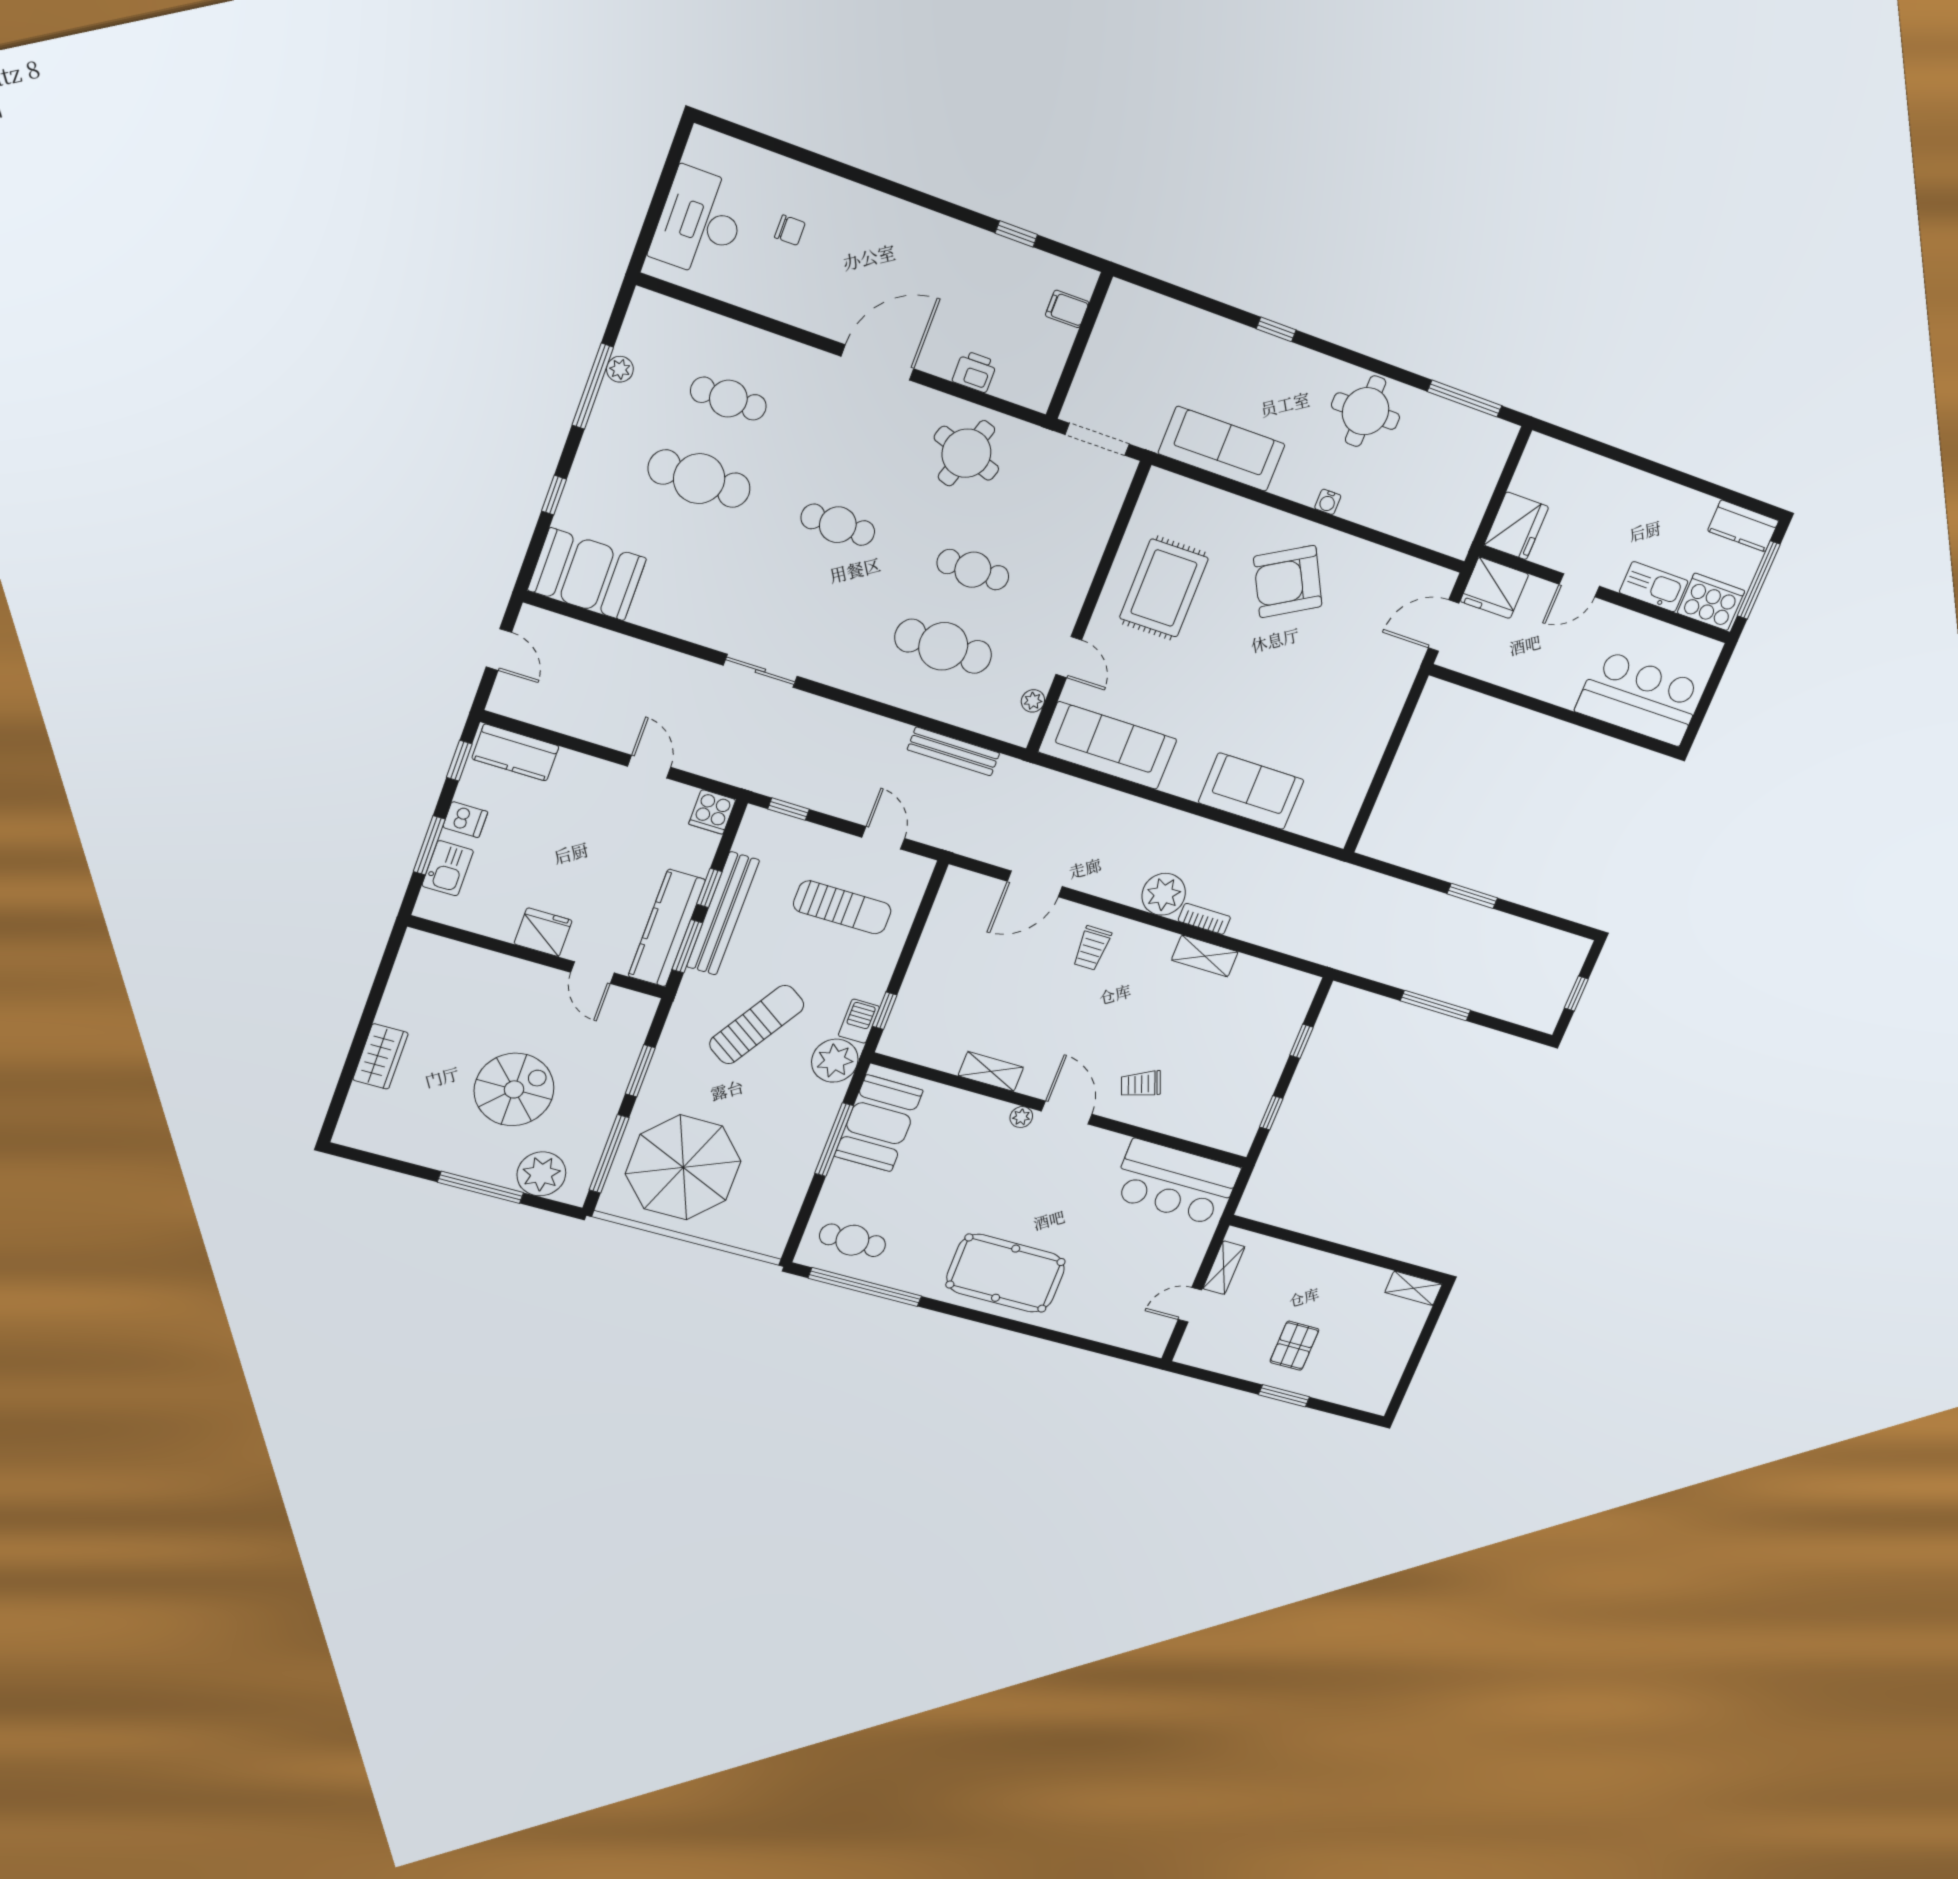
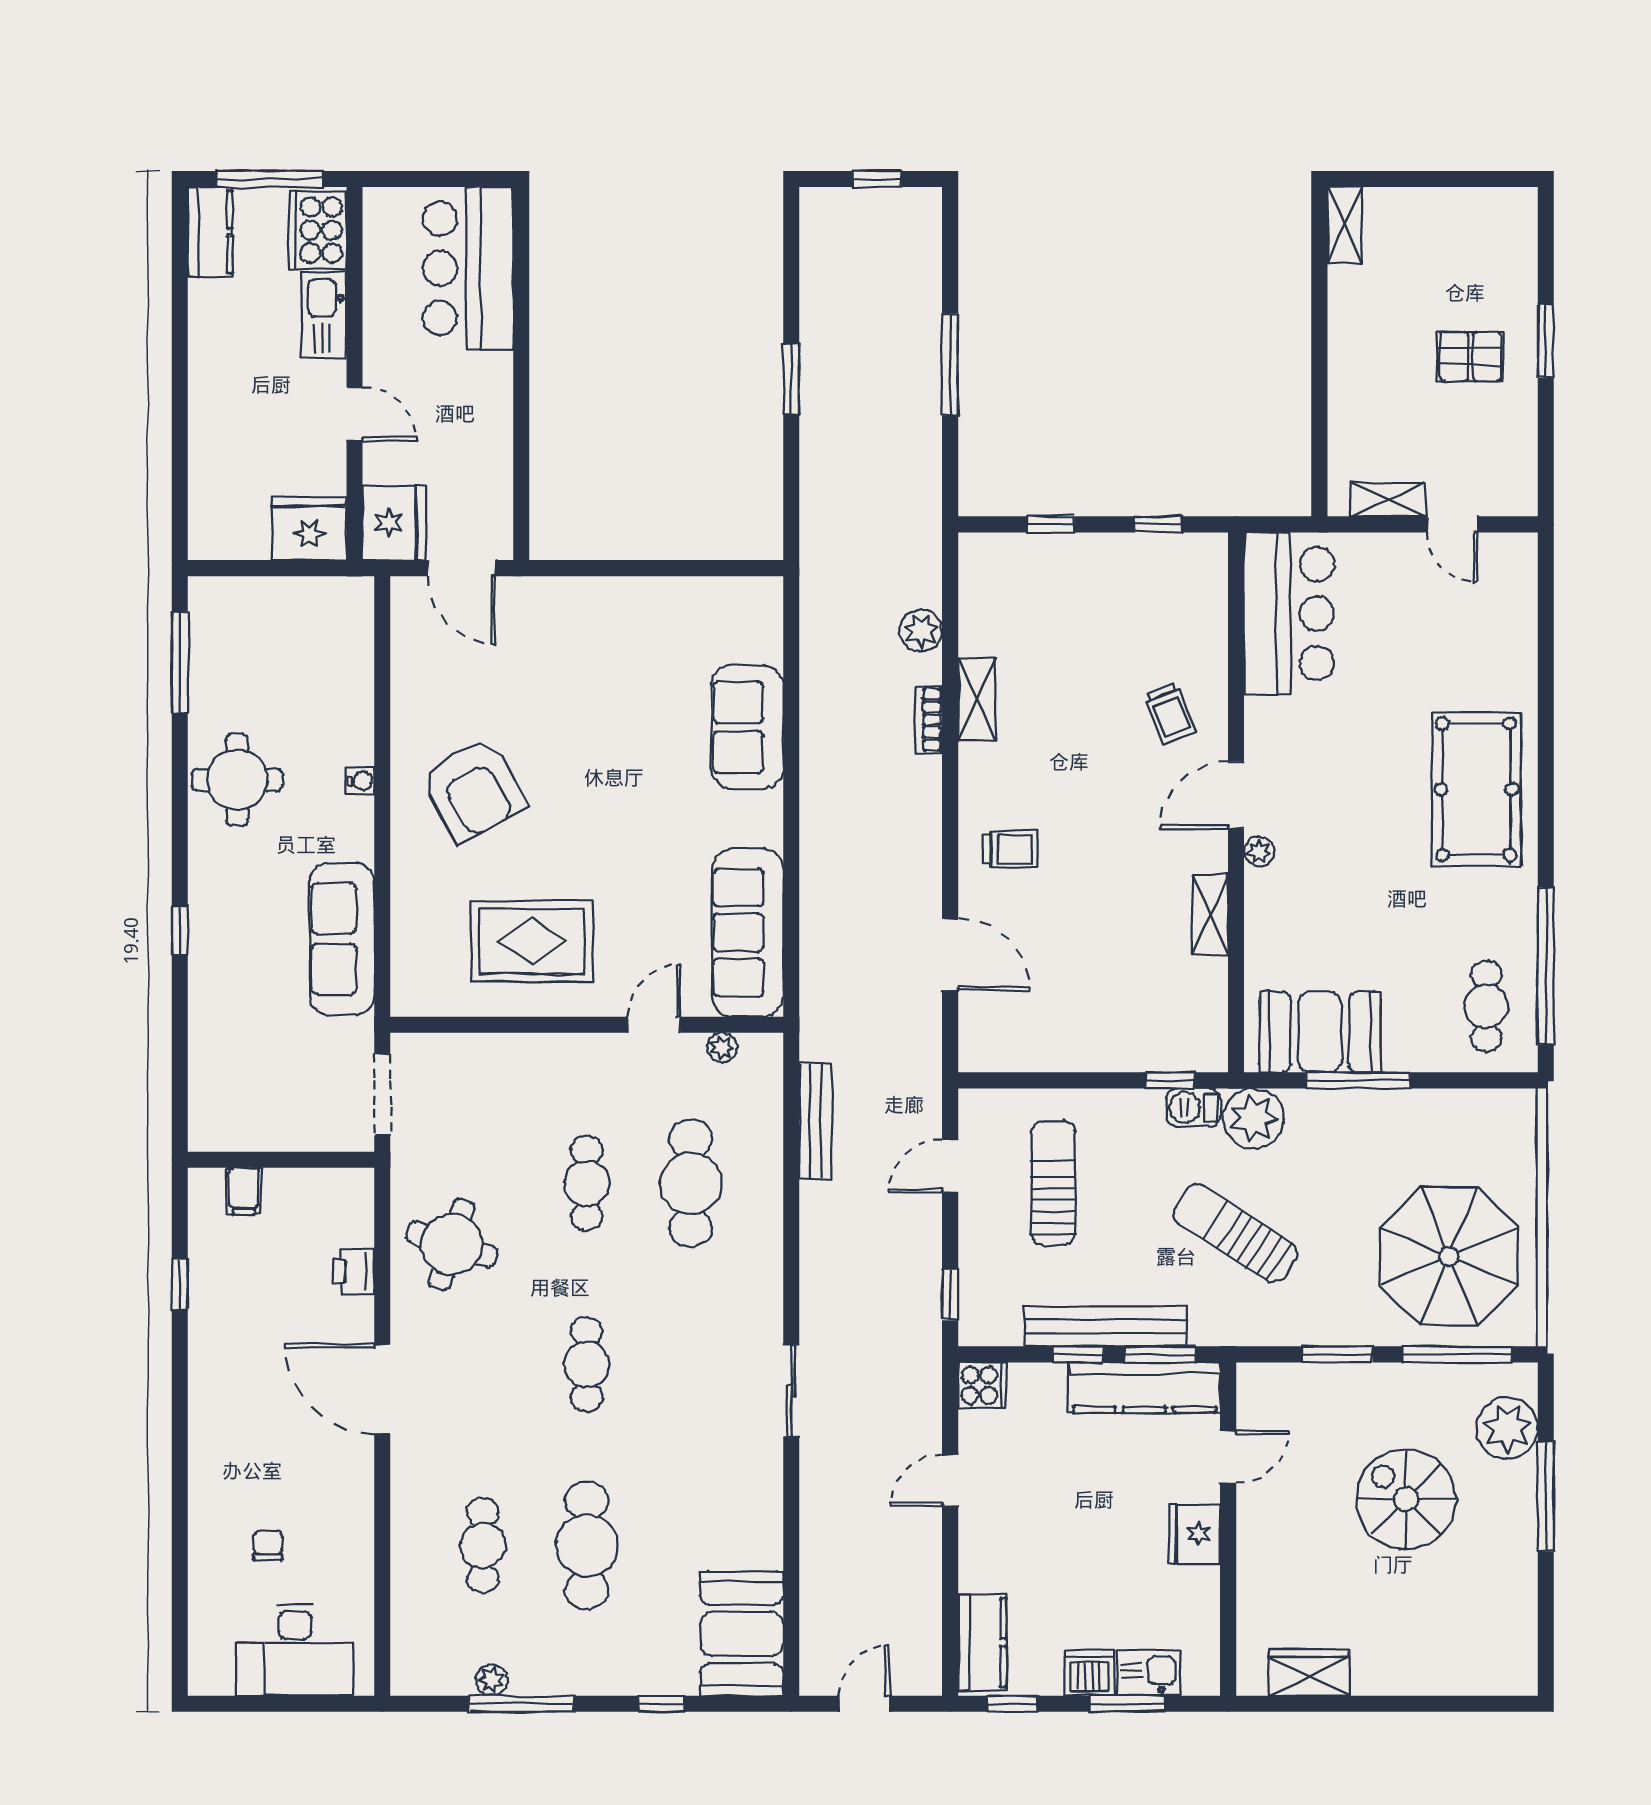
dishwasher: (465, 820) -> (1089, 1673), width x1.38
plant: (1164, 894) -> (921, 631), moved, width x0.73, depth x0.73
wardrobe: (381, 1056) -> (1309, 1673), moved

